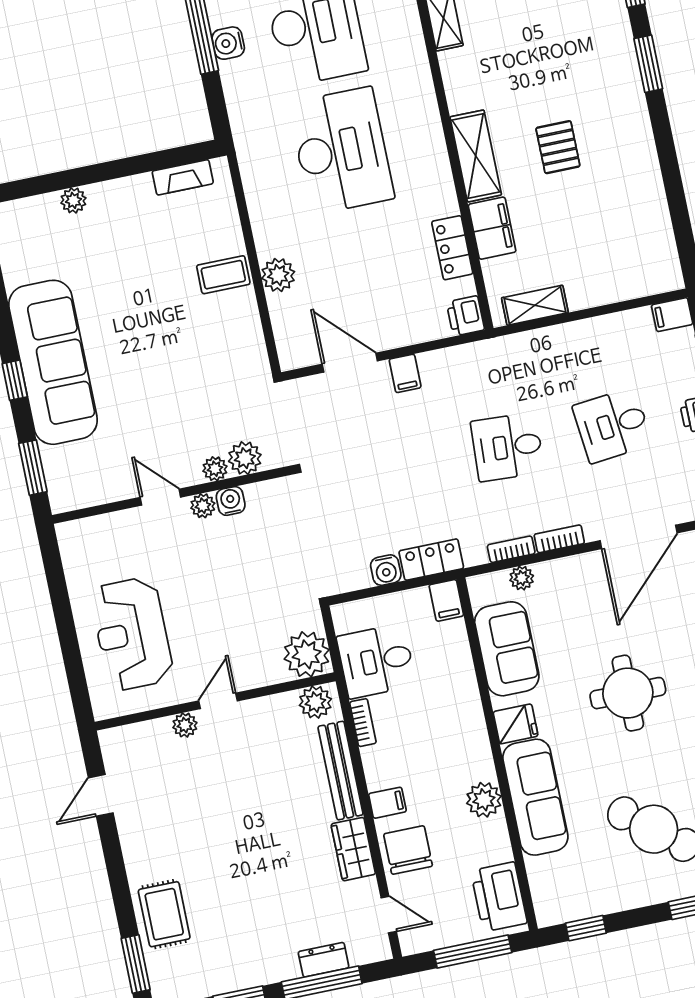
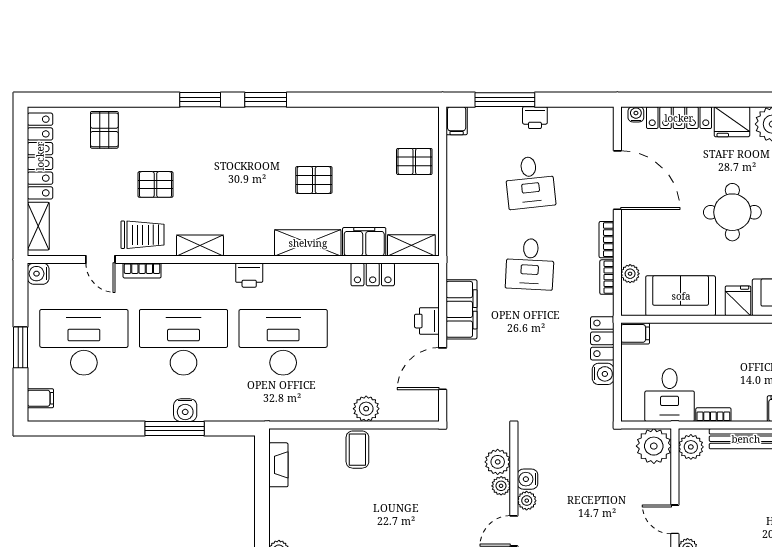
printer: (419, 89) -> (249, 275), added
pallet: (608, 271) -> (414, 161), added
shelving: (535, 305) -> (411, 245), moved, turned 90
printer: (465, 316) -> (427, 321), moved, turned 90
filing cabinet: (405, 373) -> (461, 309), width x3.00, depth x1.17

